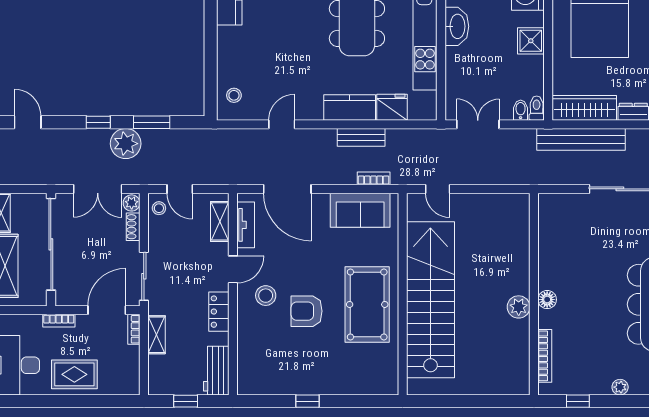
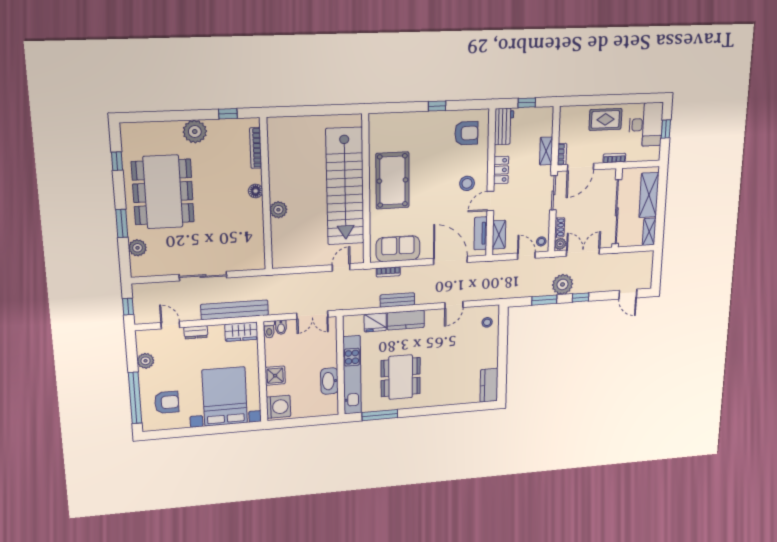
wardrobe: (584, 108) -> (241, 332), width x0.67
door: (438, 189) -> (341, 267), hinge flipped
plant: (519, 307) -> (278, 210), moved
armchair: (307, 311) -> (466, 133), moved
plant: (620, 387) -> (195, 132), width x1.87, depth x1.87

